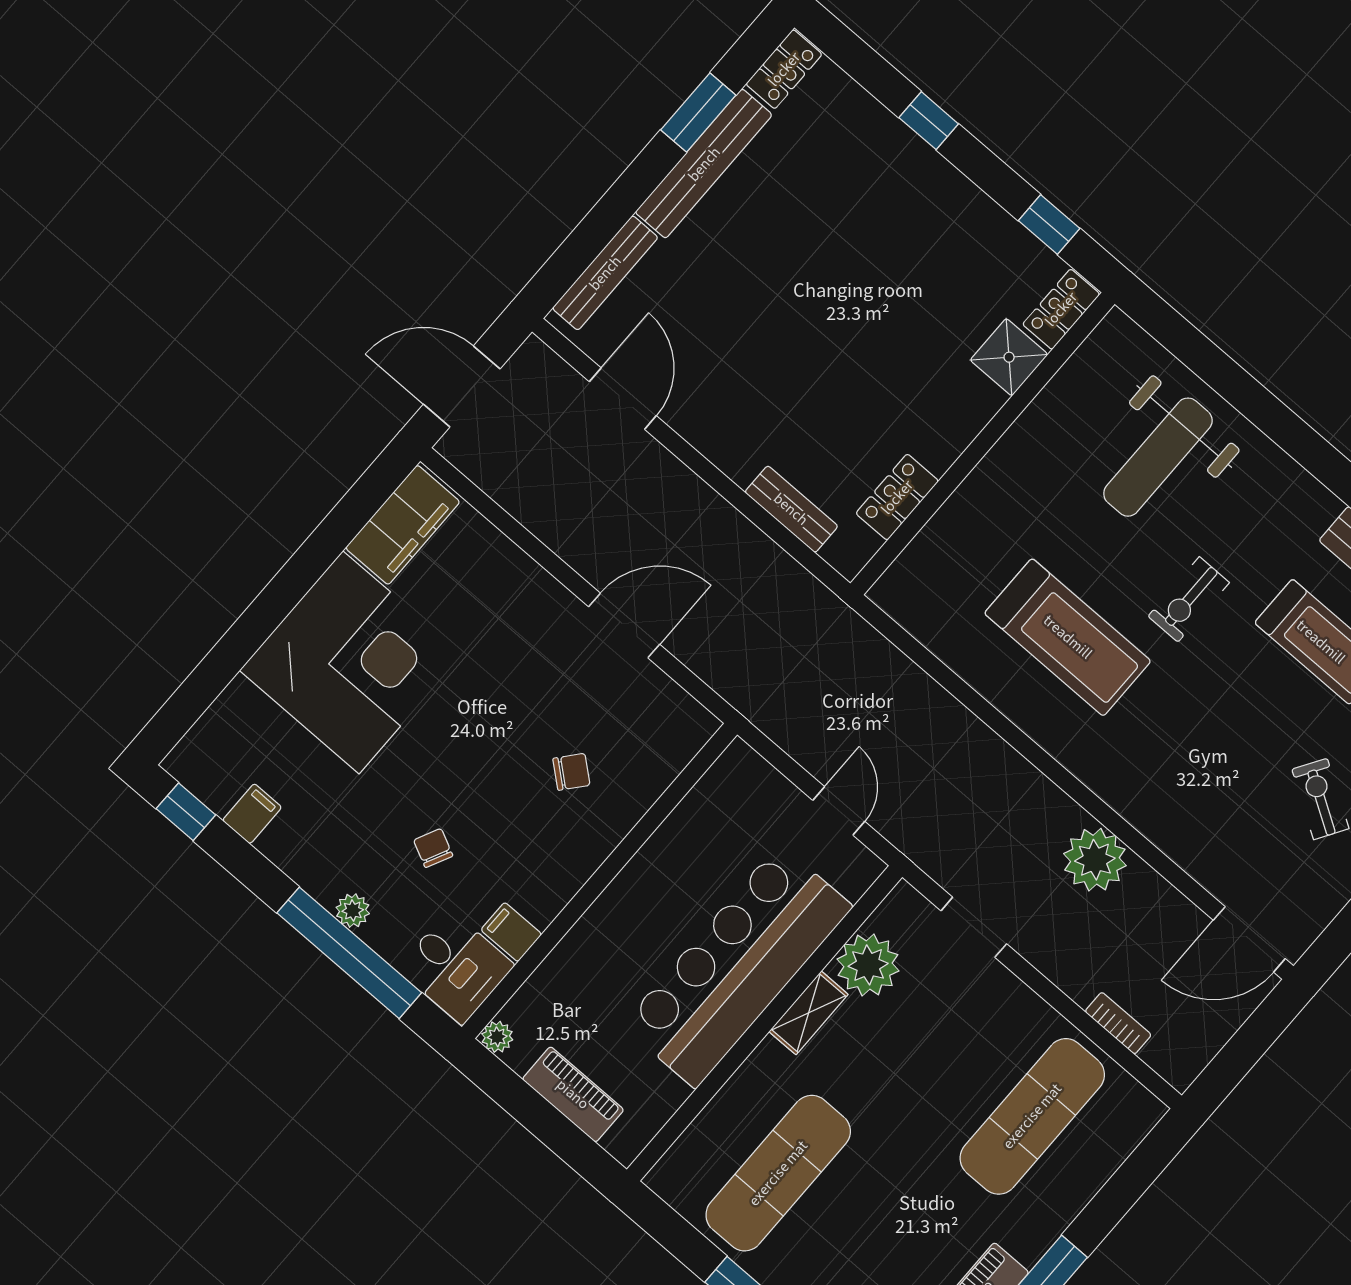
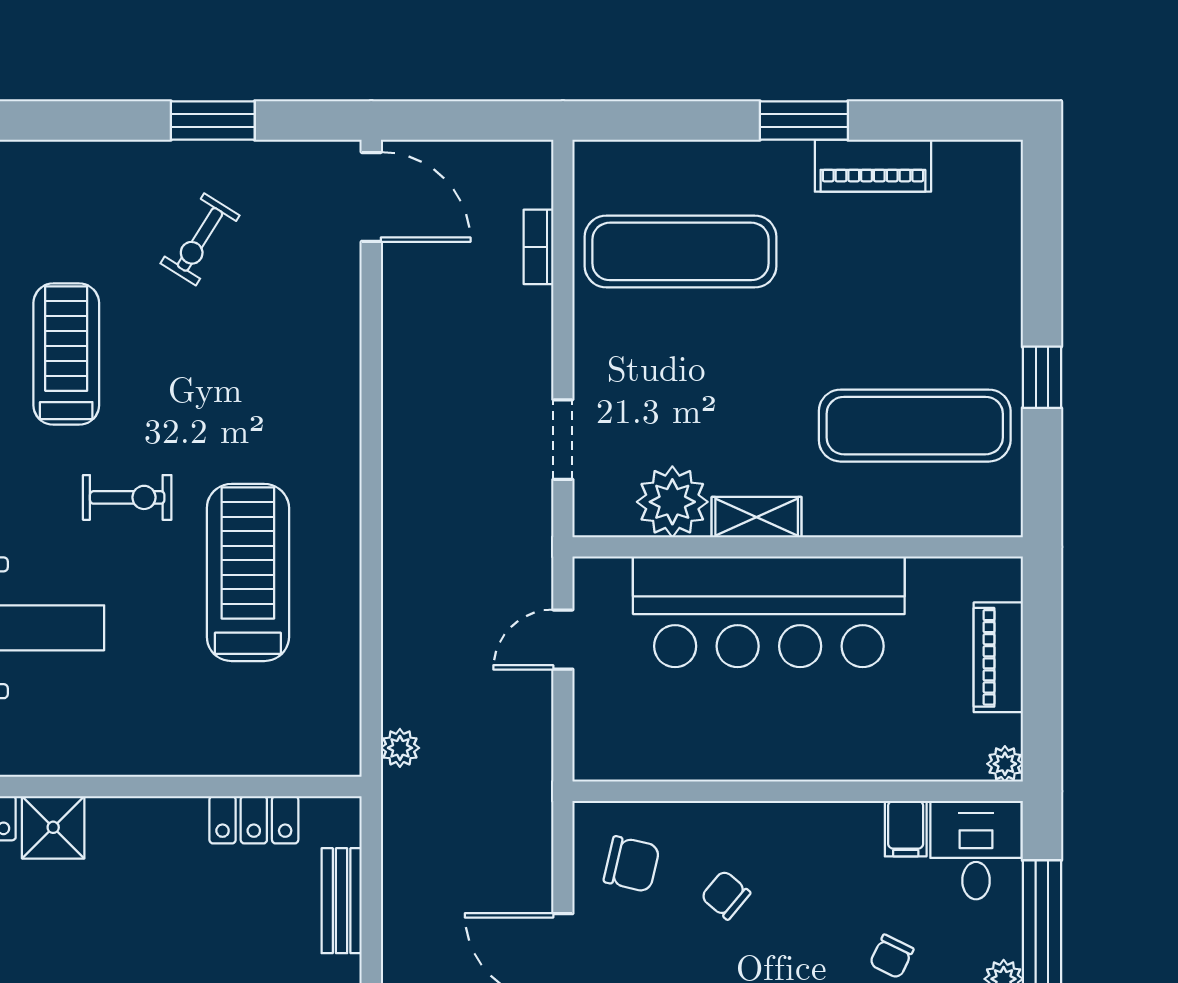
chair: (647, 726) -> (632, 864), added
plant: (1095, 860) -> (400, 748), moved, width x0.53, depth x0.53

